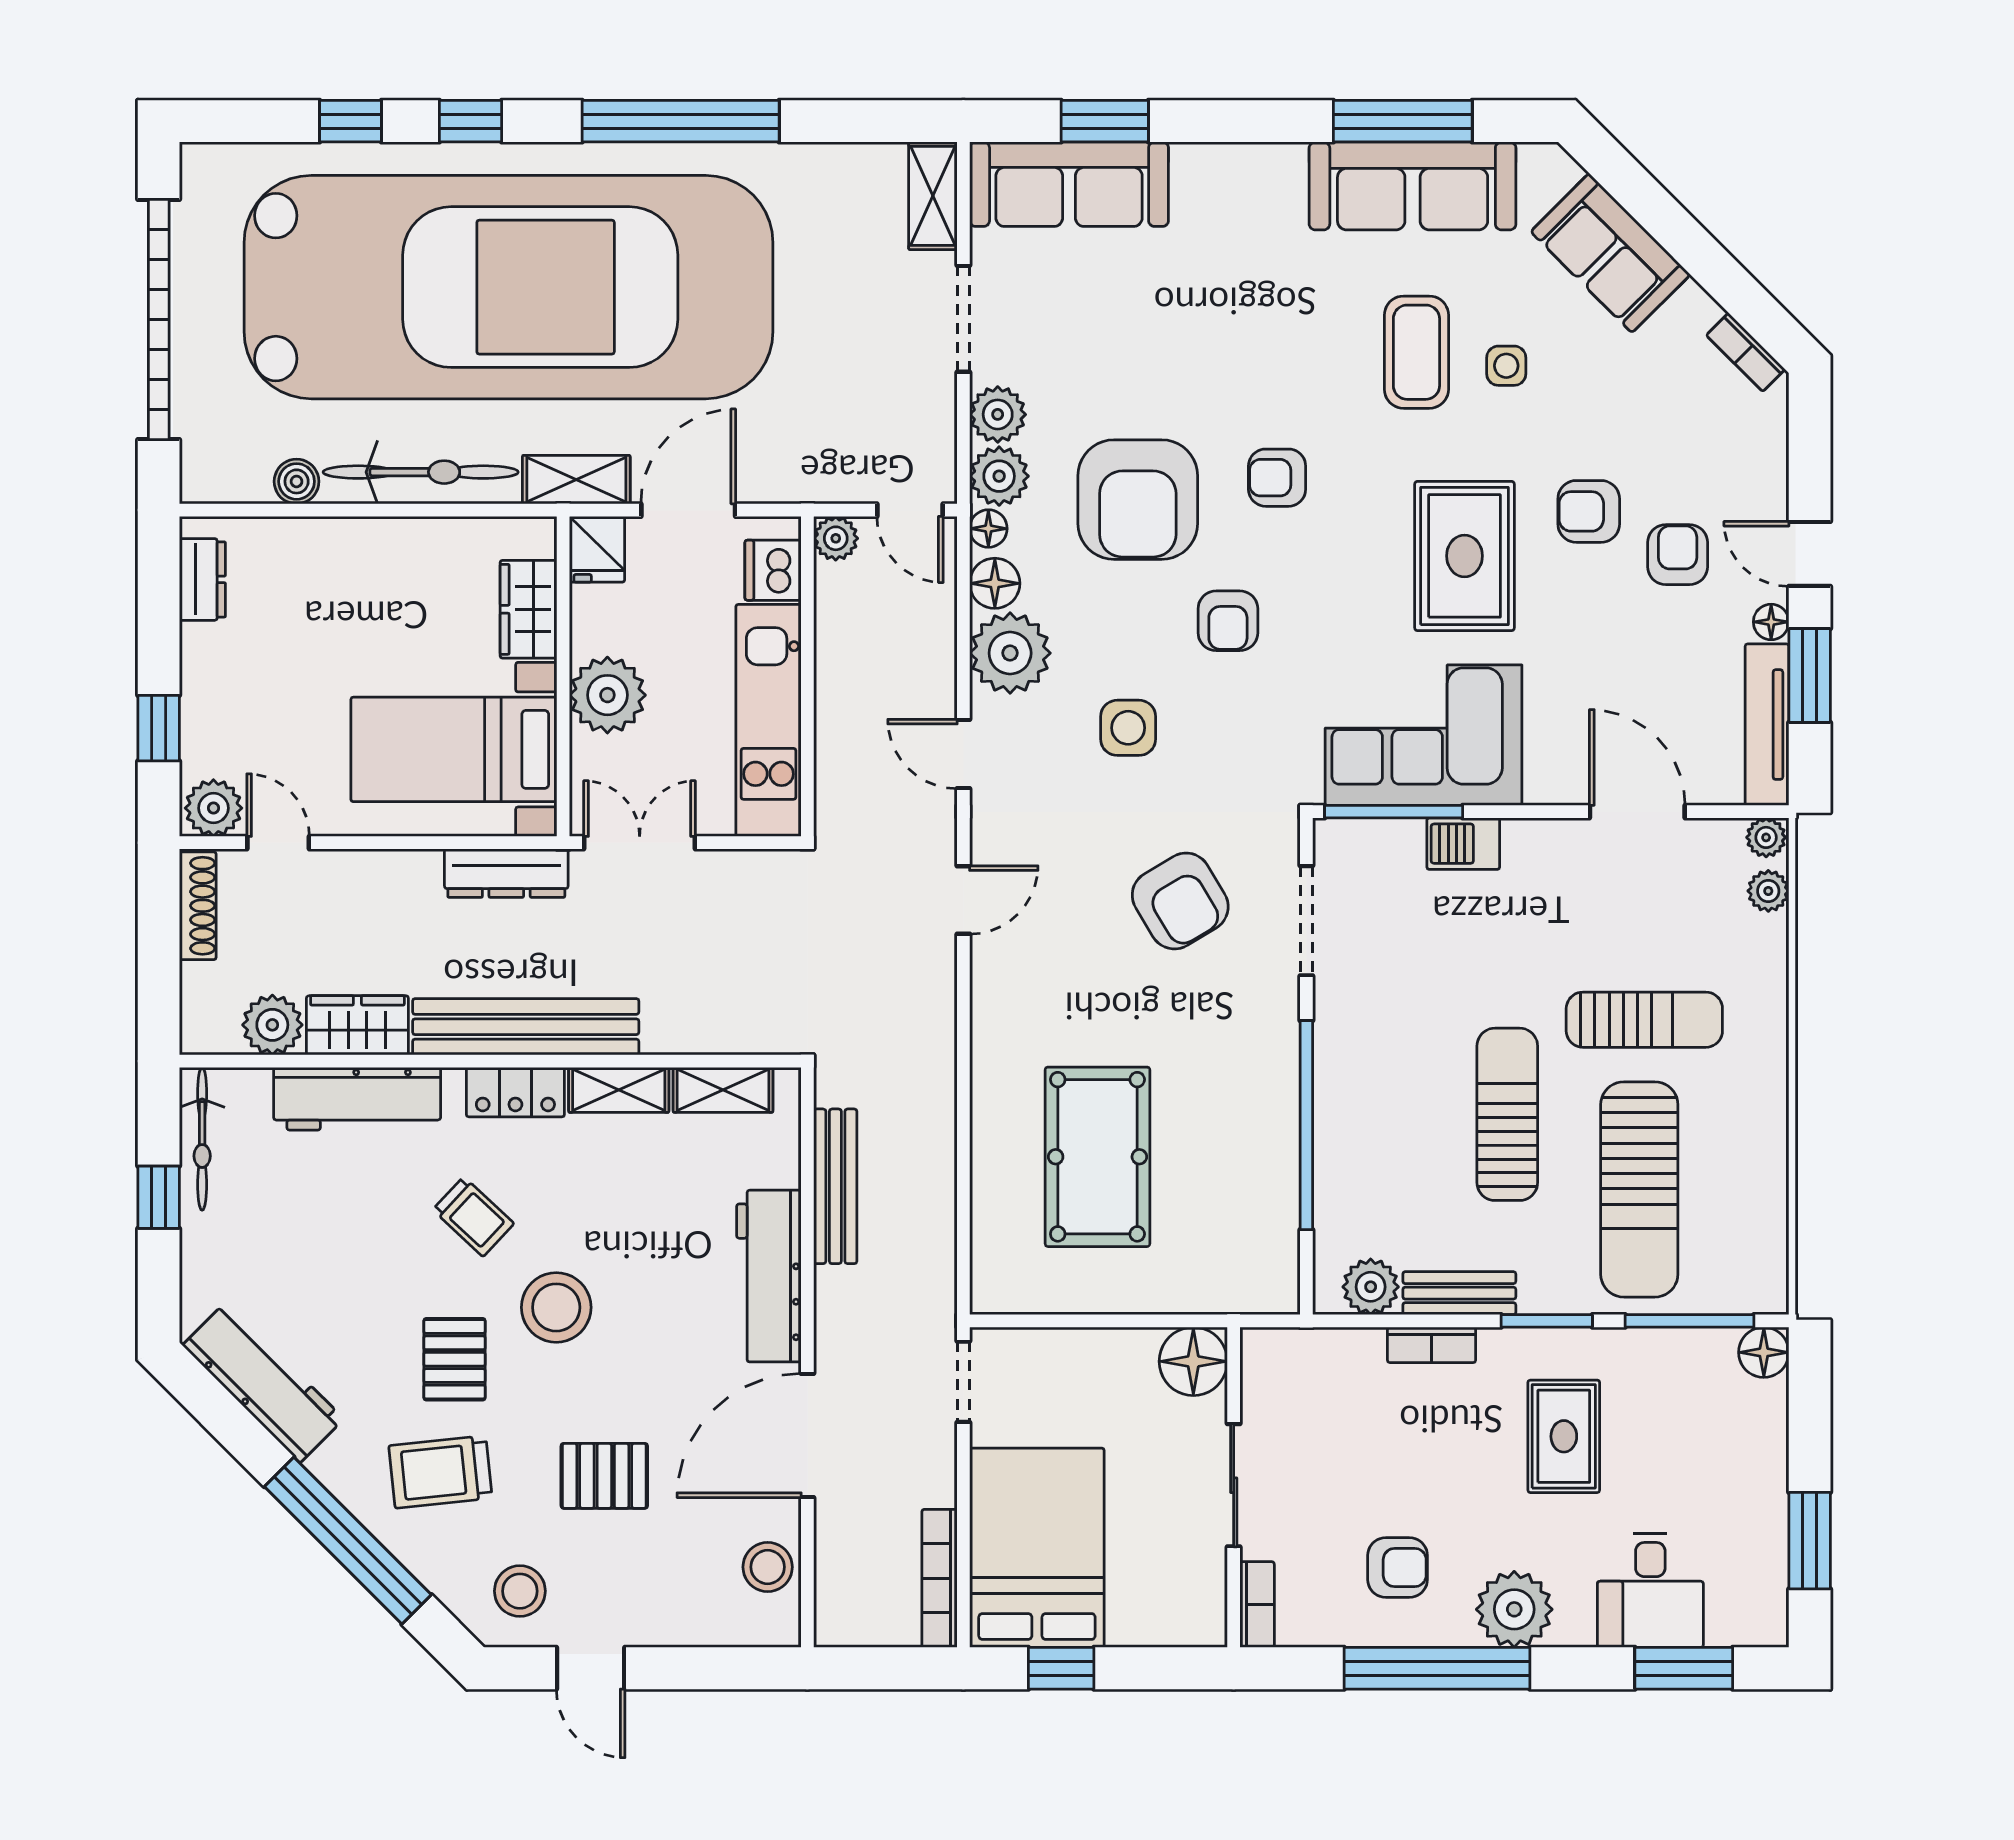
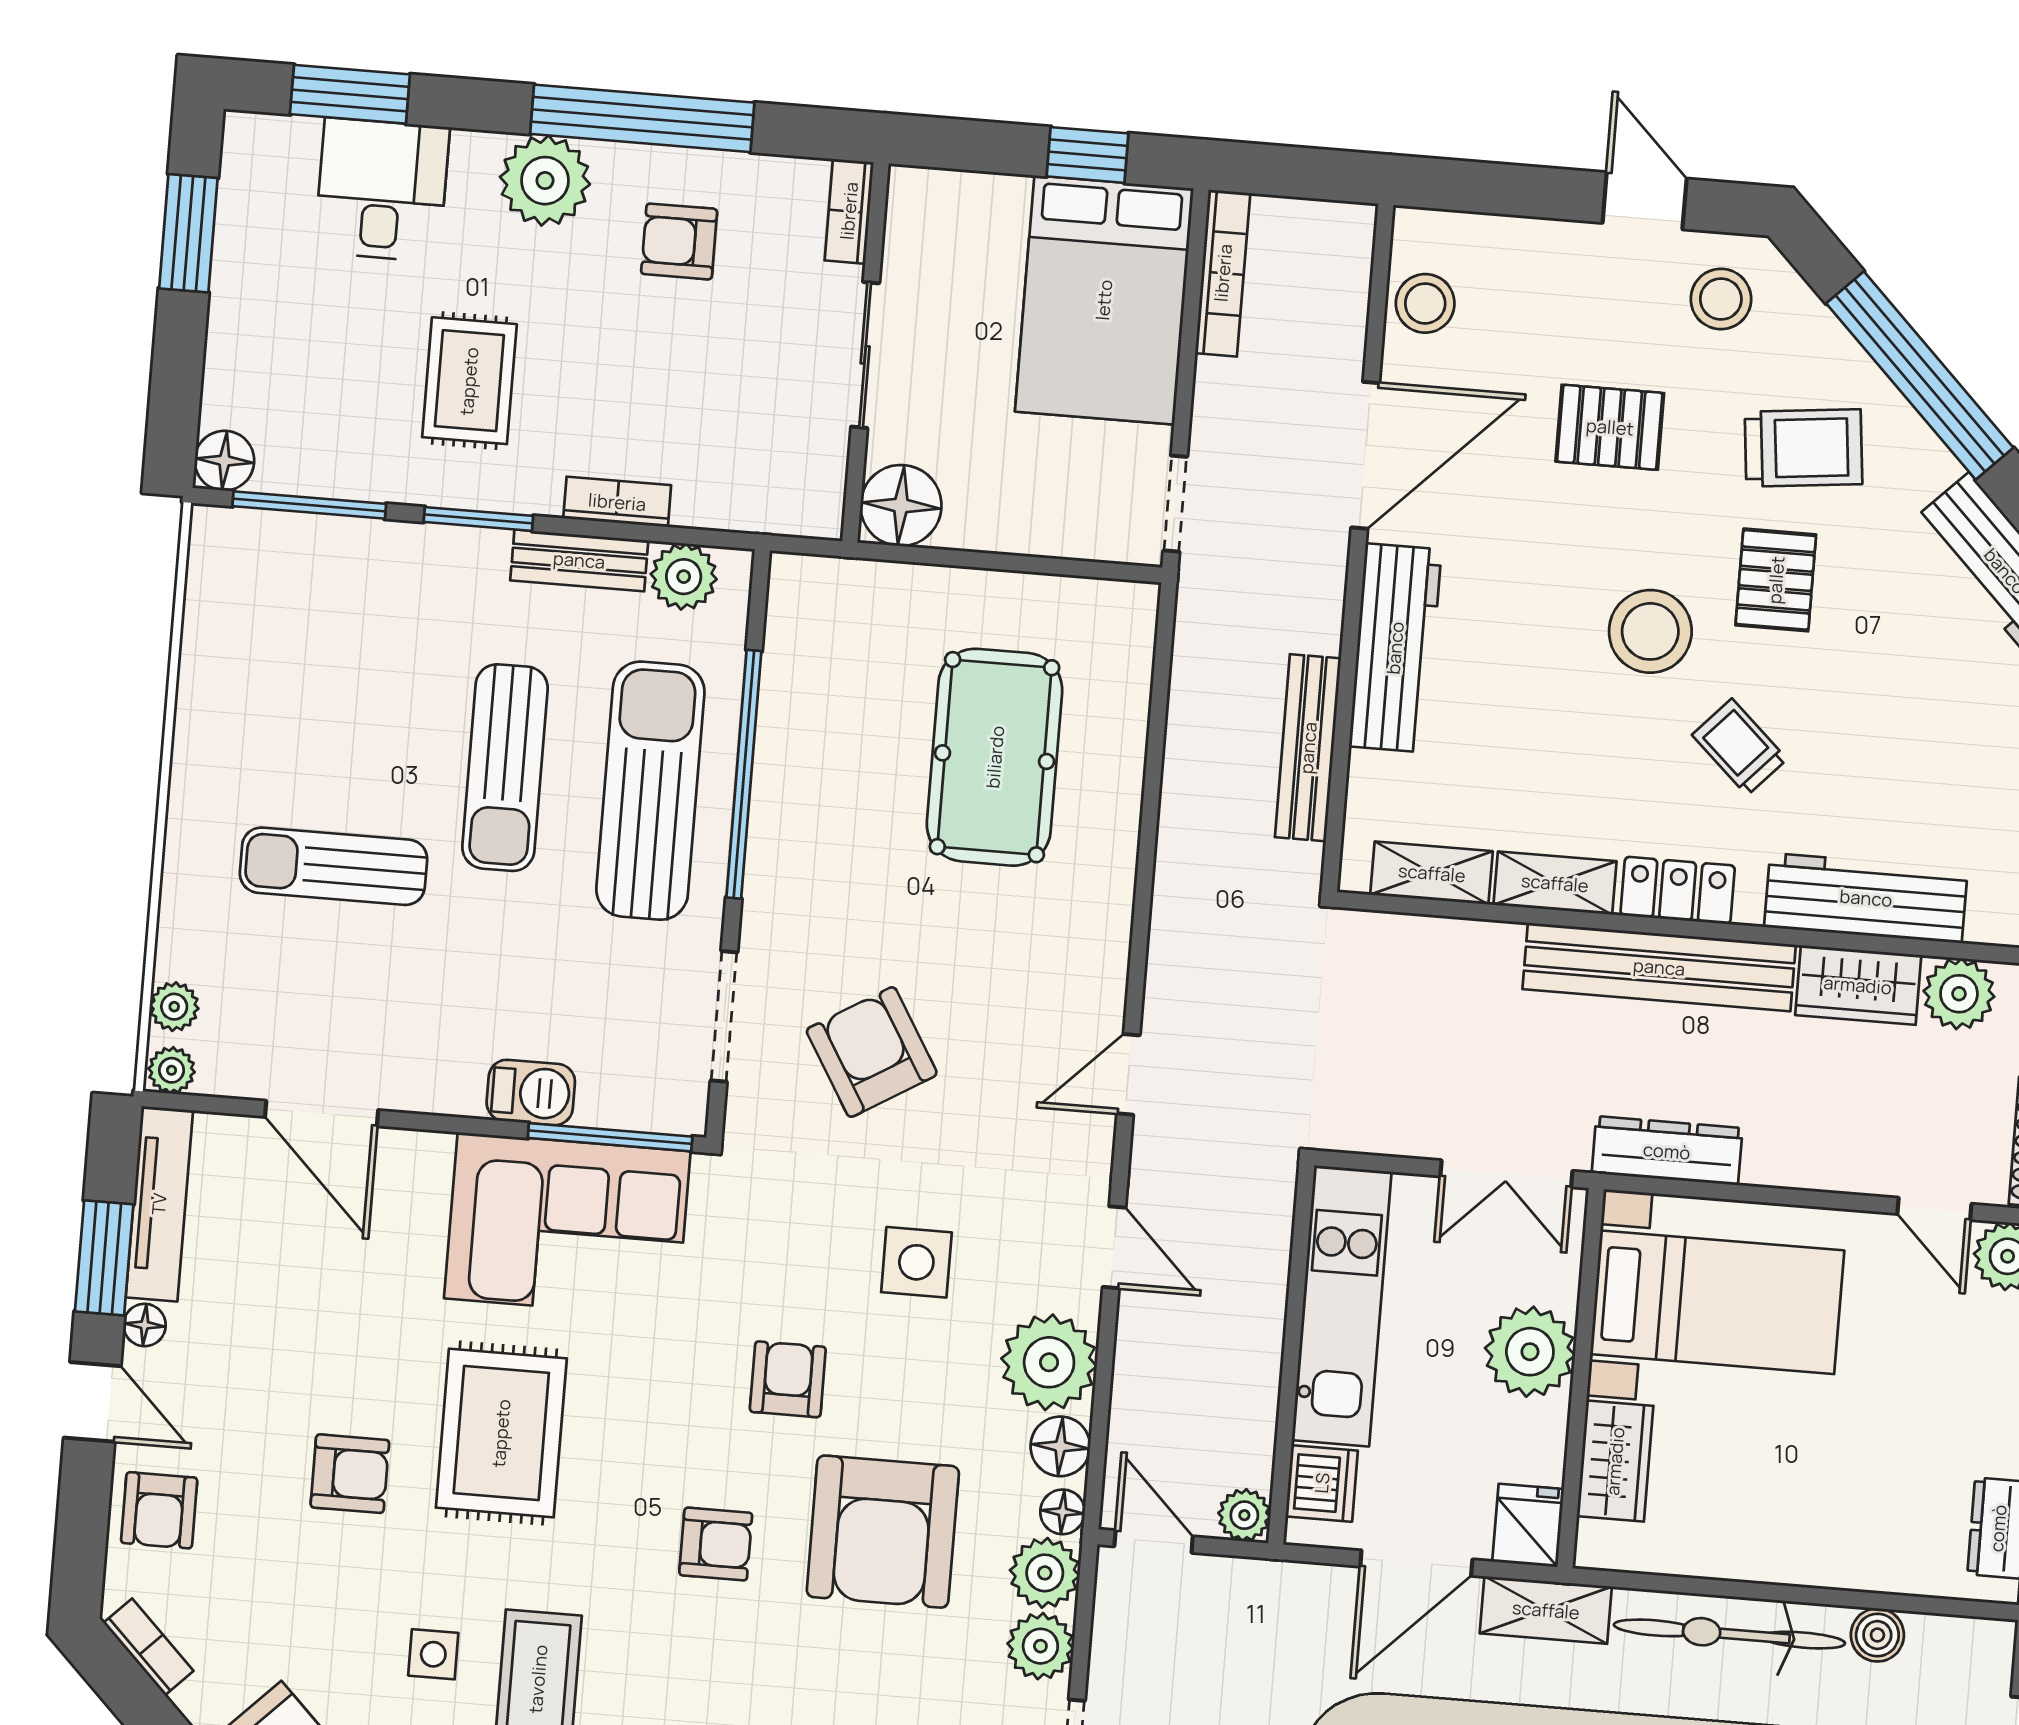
armchair: (1138, 500) -> (883, 1532), turned 180
armchair: (1678, 555) -> (159, 1510), moved
sun lounger: (1639, 1189) -> (650, 791), moved

